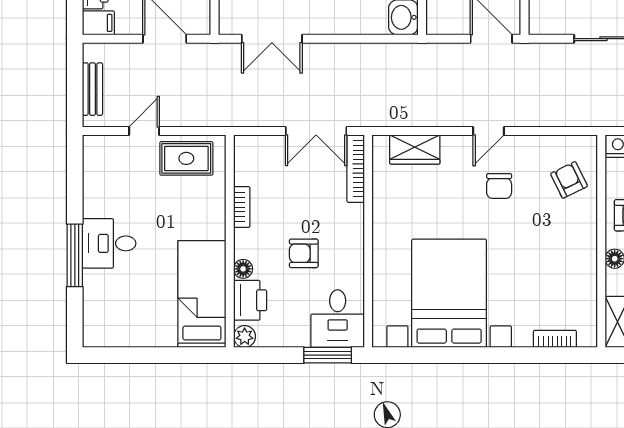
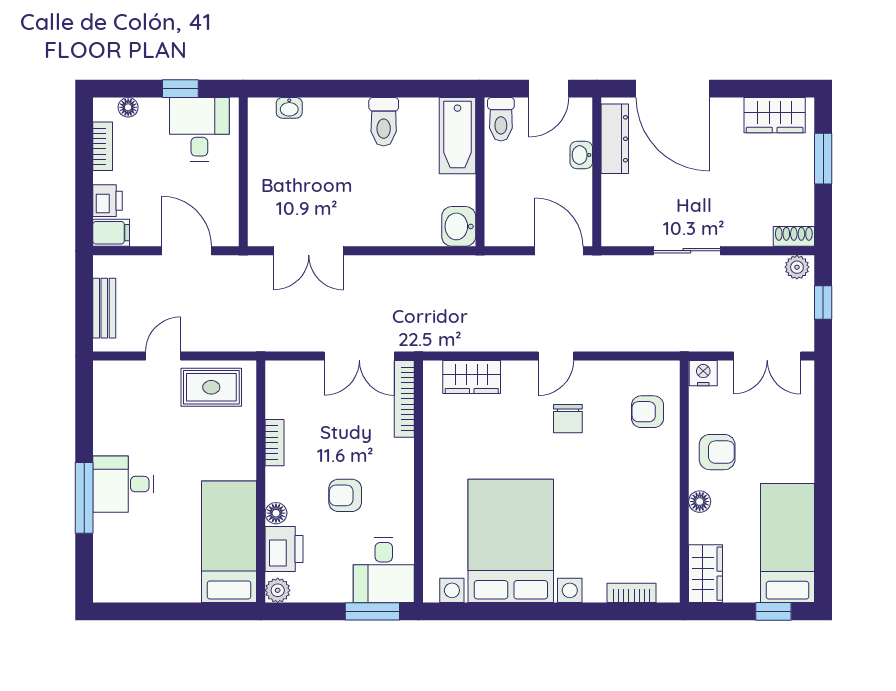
armchair: (569, 180) -> (648, 412), turned -64

